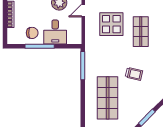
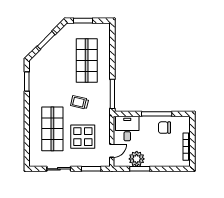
desk: (55, 32) -> (127, 129), moved
shop shelf: (141, 32) -> (52, 129), width x1.43, depth x1.36
trolley: (134, 74) -> (80, 102), moved

